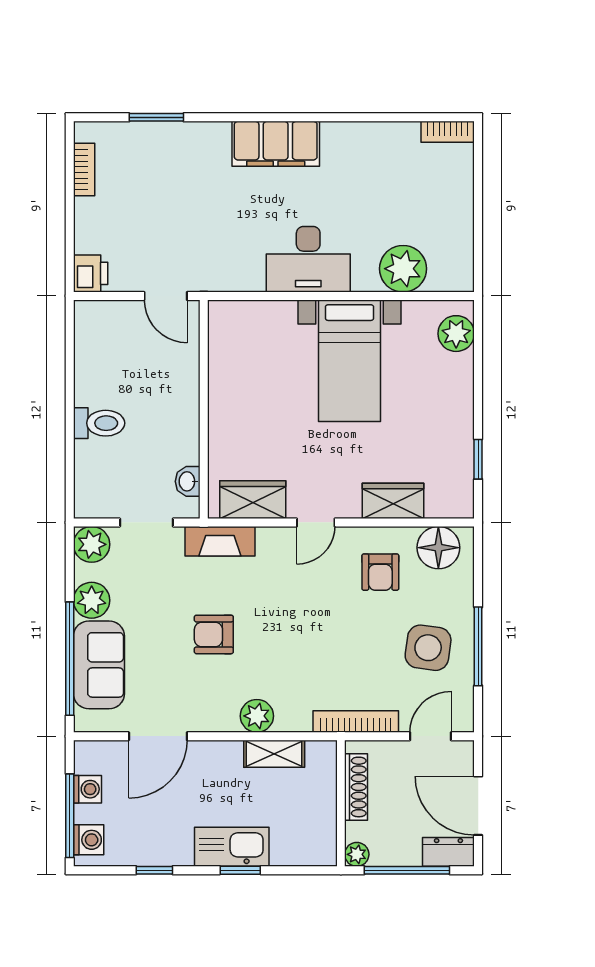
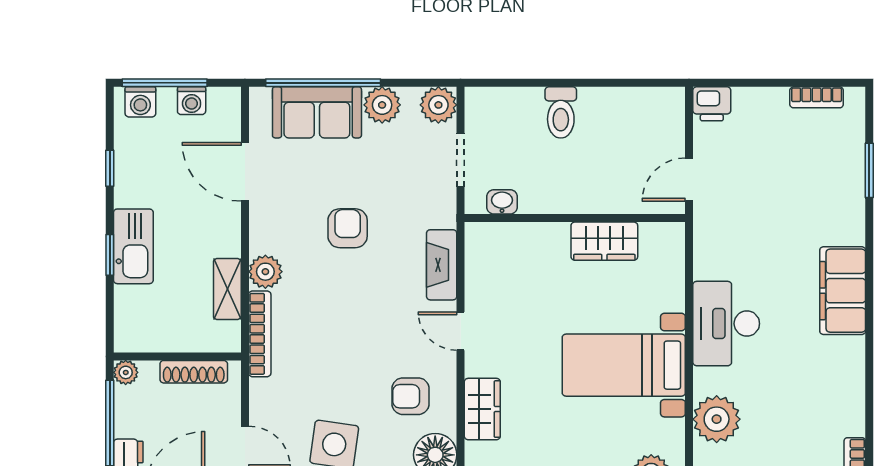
wardrobe: (253, 500) -> (604, 241), moved, turned 90
fireplace: (220, 541) -> (442, 265), moved
bookcase: (356, 722) -> (260, 334), moved

